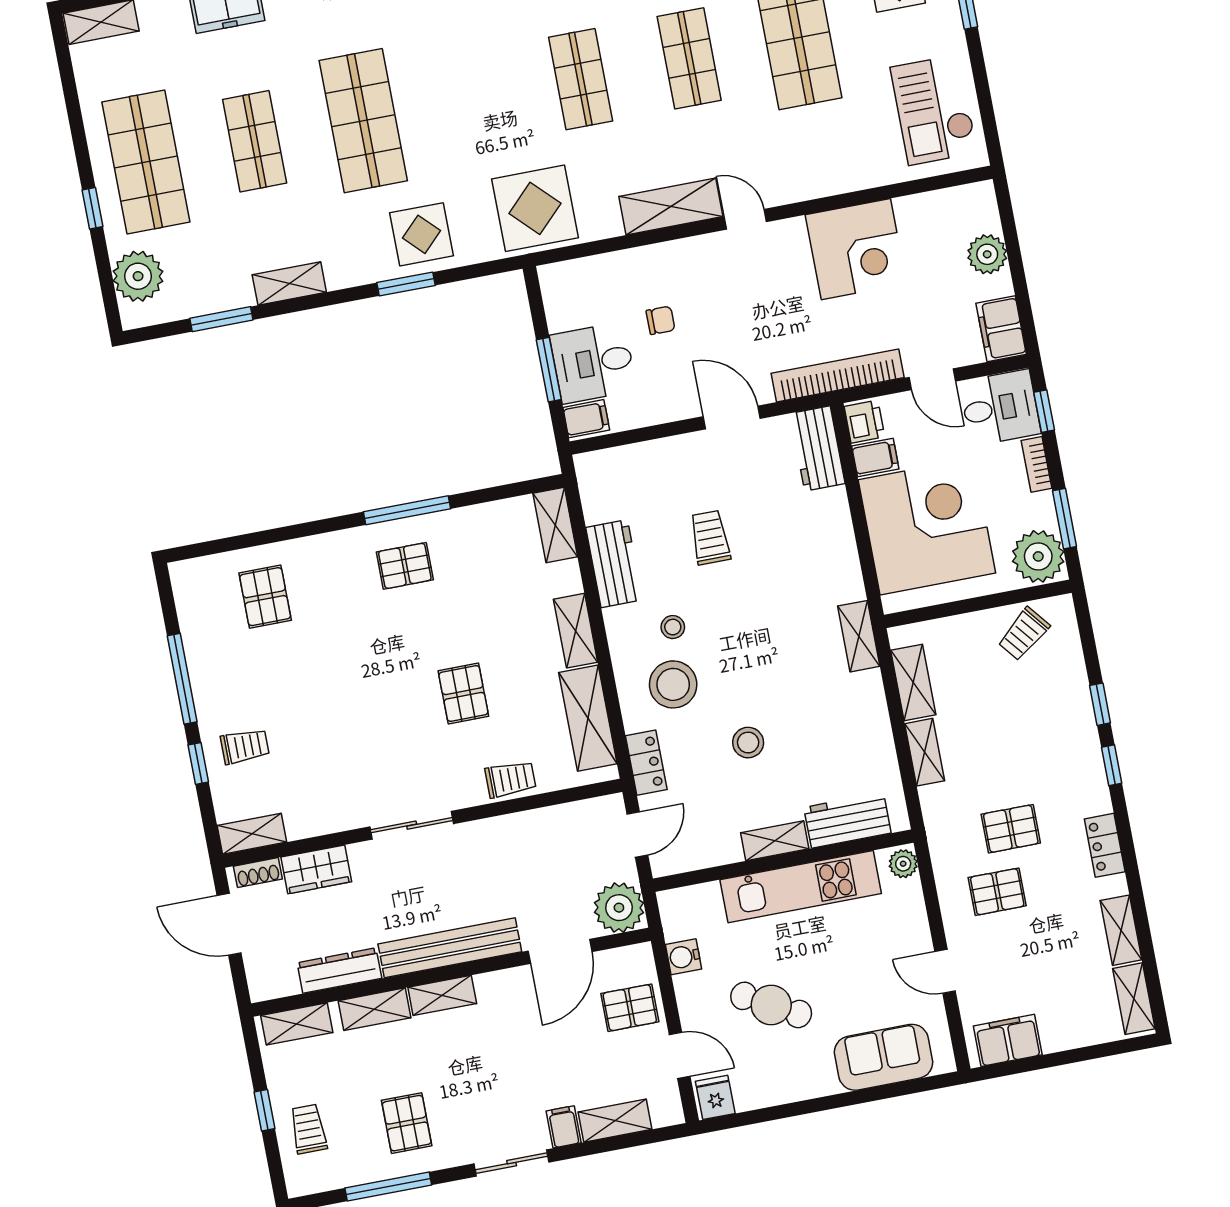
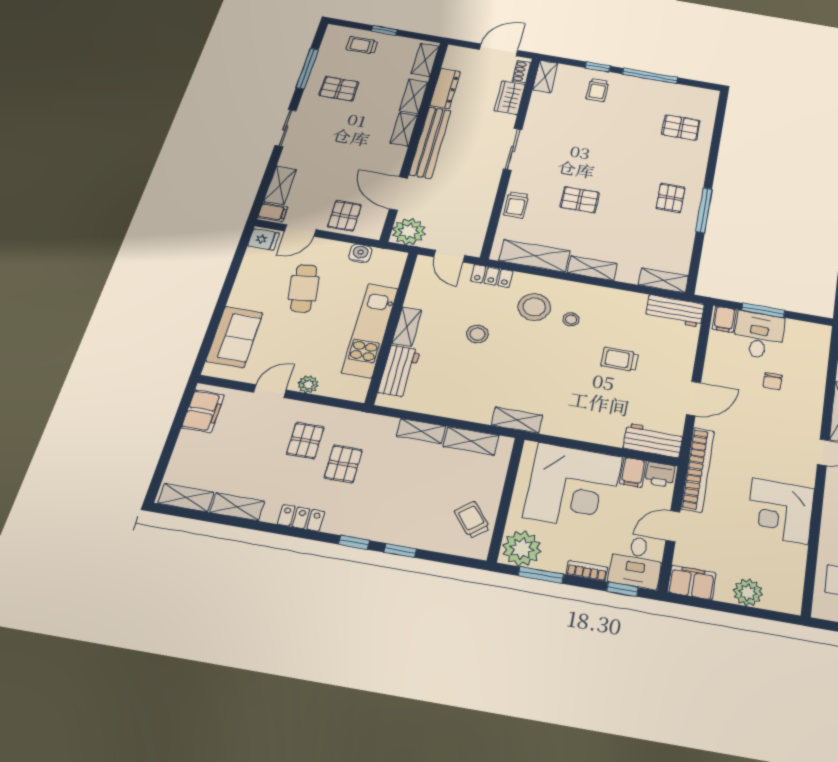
trolley: (710, 538) -> (620, 359), turned 180
workbench: (614, 564) -> (675, 311), moved
plant: (903, 864) -> (308, 384), moved
cafe table: (771, 1005) -> (304, 288), turned -37
filing cabinet: (564, 1127) -> (273, 212), moved
trolley: (308, 1129) -> (362, 45), turned 180

